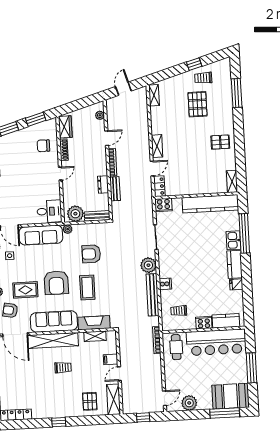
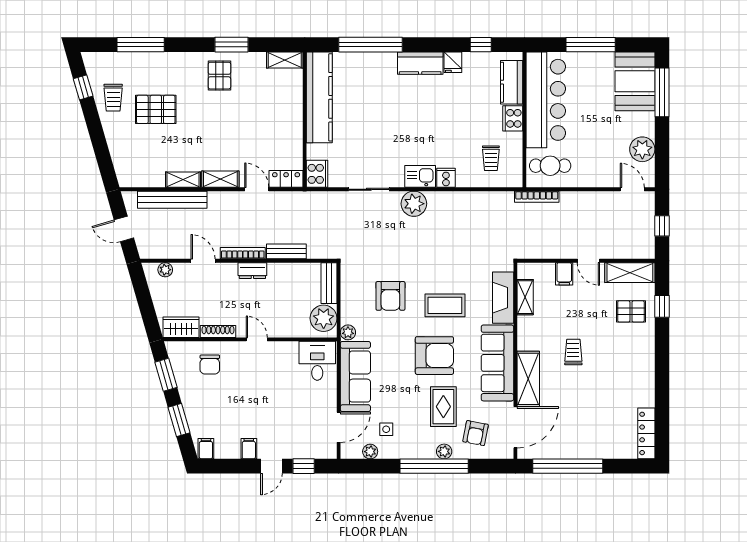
window: (194, 64) -> (83, 87), moved
shelving: (154, 95) -> (183, 180), moved
window: (240, 148) -> (231, 45), added
dresser: (103, 184) -> (252, 271), moved
kitchen sink: (233, 240) -> (420, 176), moved, turned 180
bench: (152, 295) -> (172, 200), moved
window: (248, 301) -> (481, 45), added
shelving: (53, 340) -> (528, 379), width x0.68
window: (59, 422) -> (662, 306), moved

